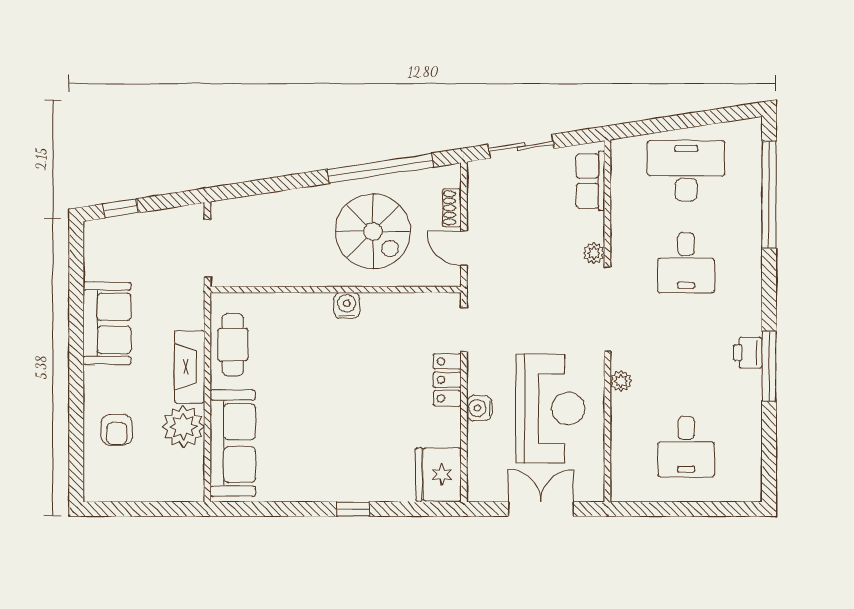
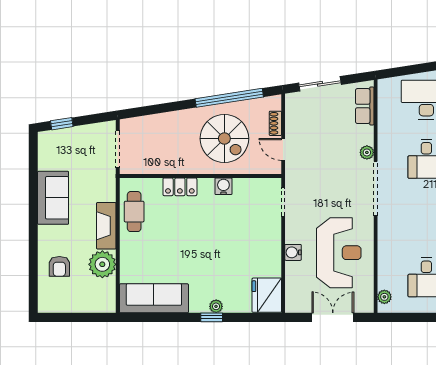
water cooler: (347, 305) -> (223, 186), moved
locker: (447, 380) -> (180, 187), moved, turned -90
plant: (621, 381) -> (384, 297), moved
sofa: (233, 443) -> (154, 298), moved, turned -90
plant: (360, 492) -> (216, 306), added

